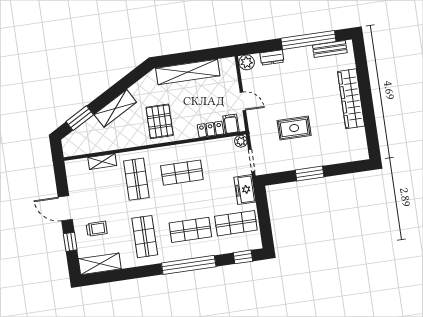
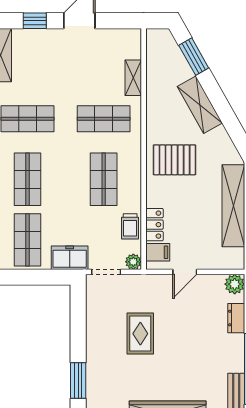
window: (310, 174) -> (78, 381), moved
trolley: (97, 229) -> (130, 226), moved

